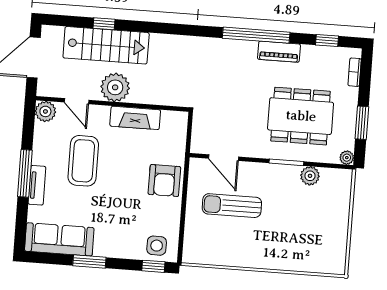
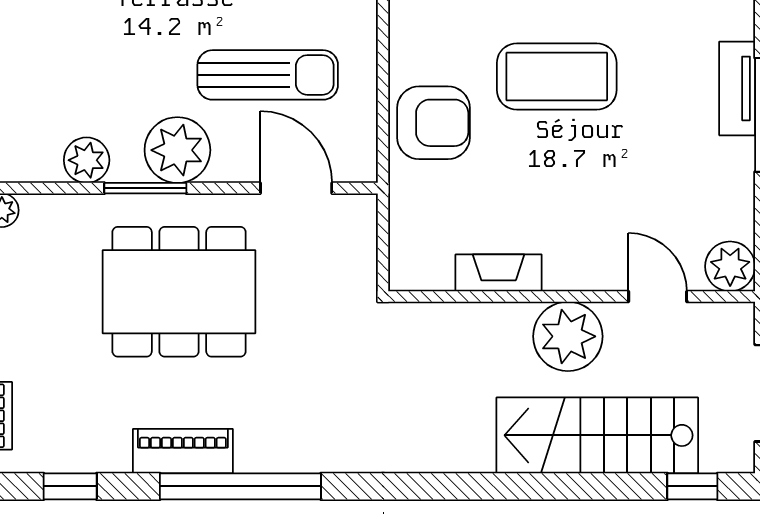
window: (104, 24) -> (692, 486), moved
dining table: (301, 116) -> (179, 292), moved
fireplace: (135, 118) -> (499, 273), width x0.73, depth x0.76
coffee table: (83, 161) -> (557, 76), moved, turned 90
plant: (272, 177) -> (177, 150), added
armchair: (164, 181) -> (433, 123), turned 90

